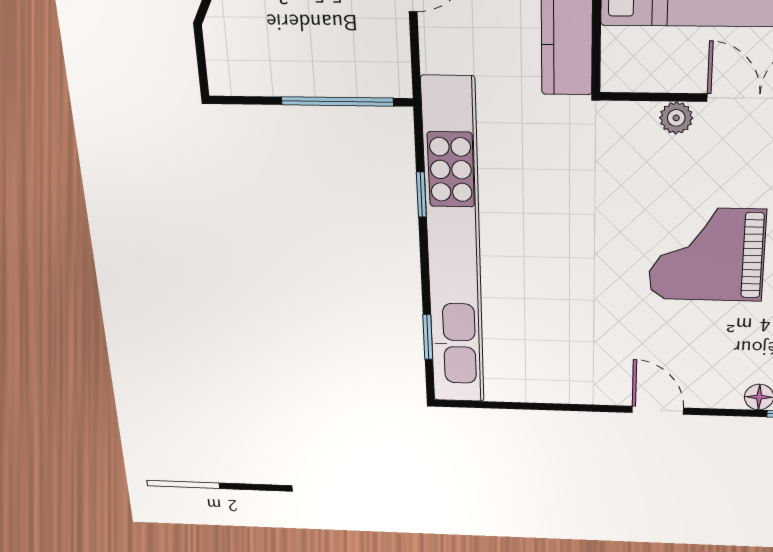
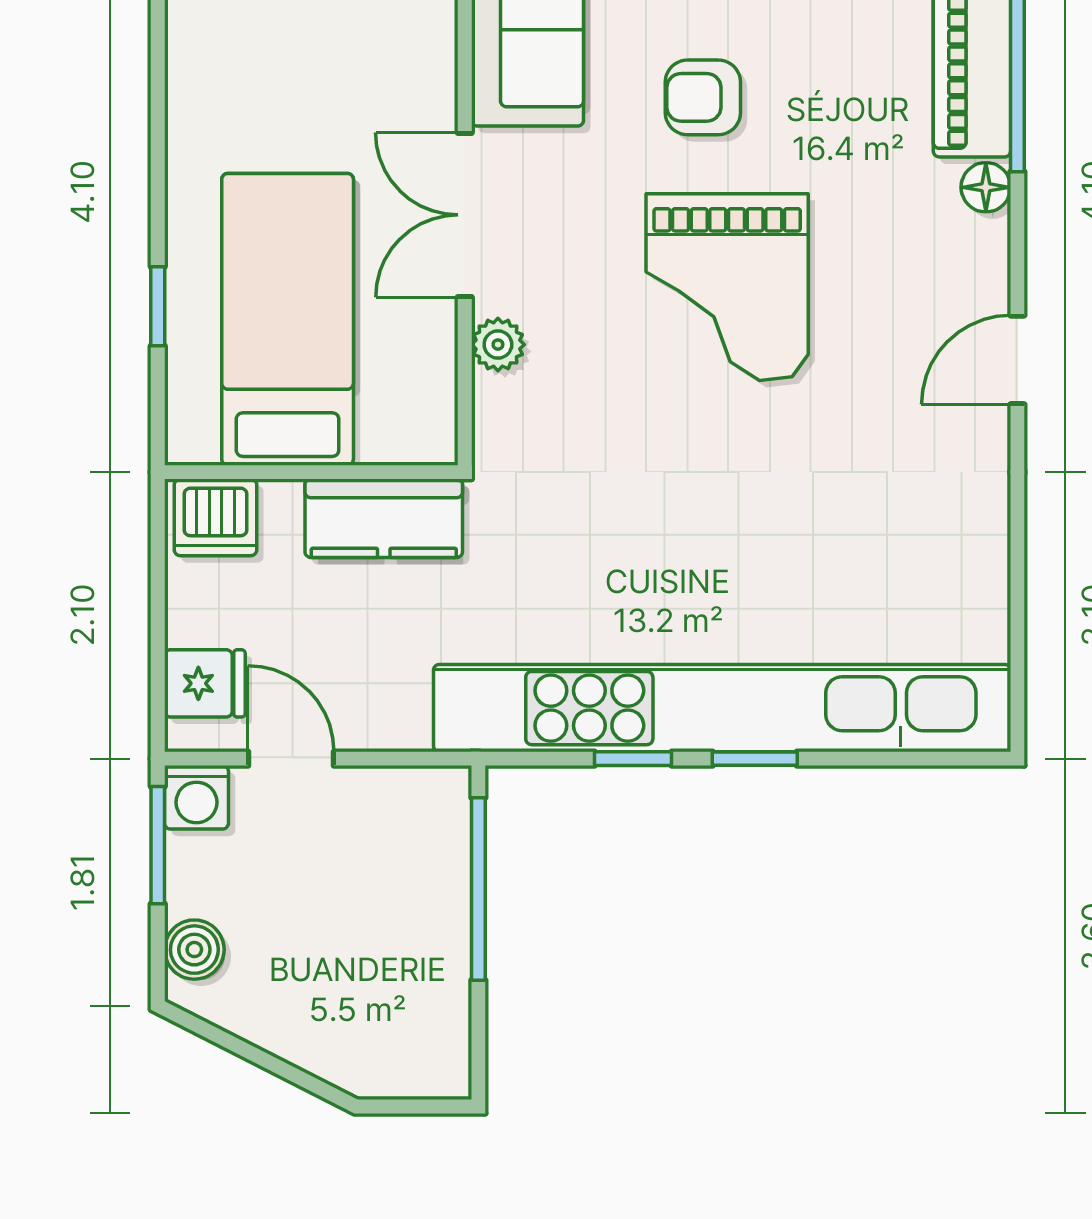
window: (428, 337) -> (755, 759), moved

